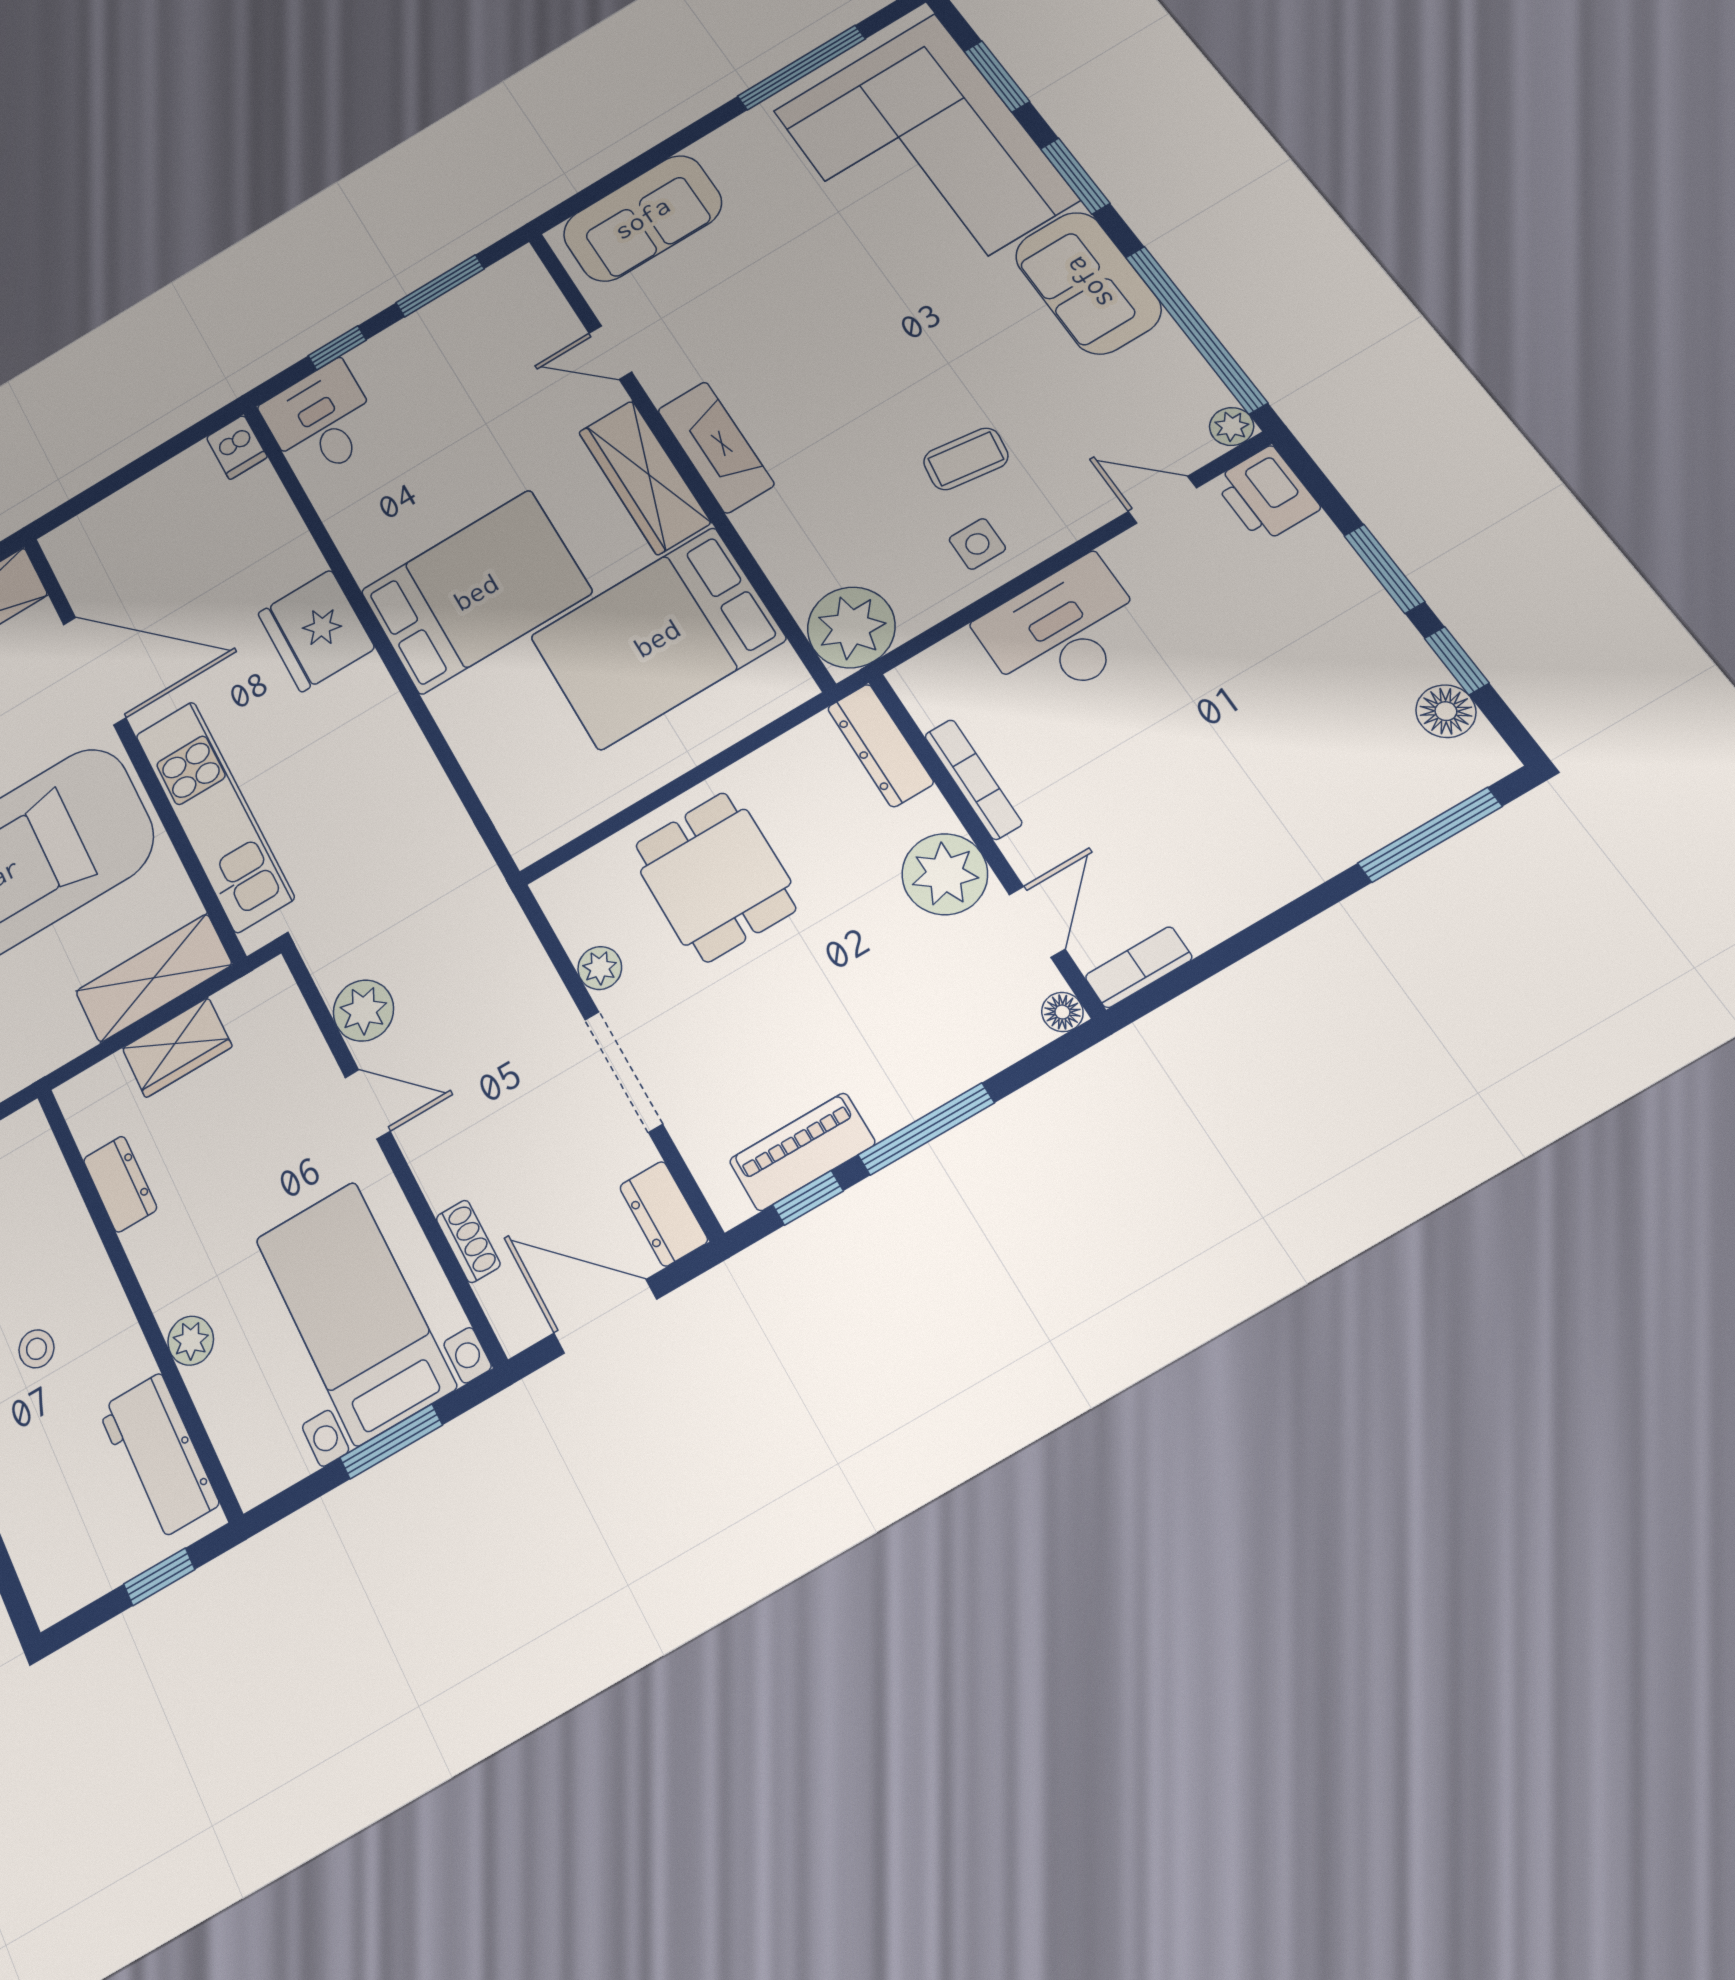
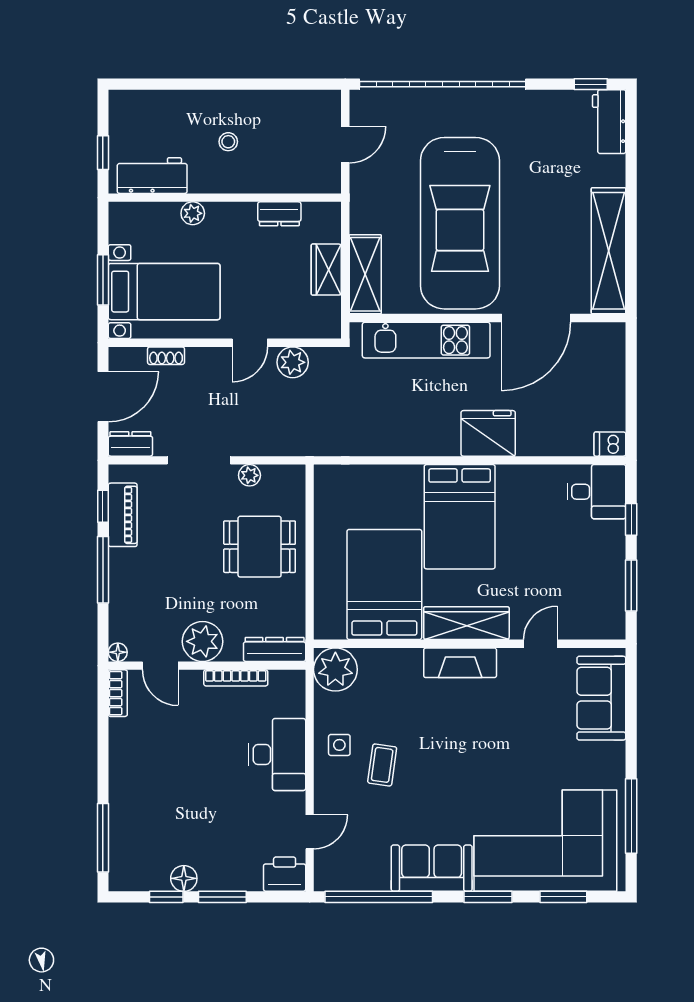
plant: (1232, 426) -> (324, 881), removed
floor lamp: (1446, 711) -> (184, 878), moved

